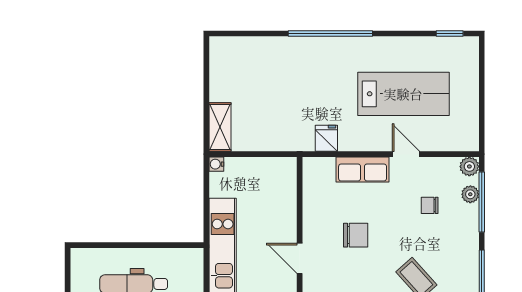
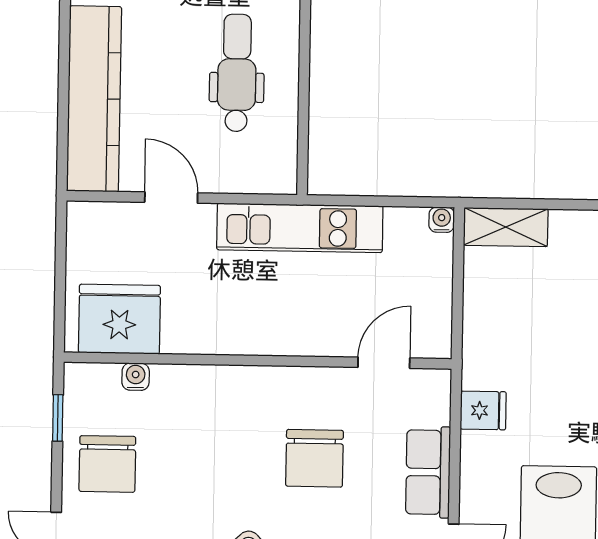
chair: (356, 235) -> (315, 458), width x1.37, depth x1.37
door: (300, 258) -> (384, 363), moved

